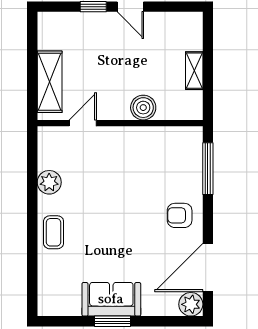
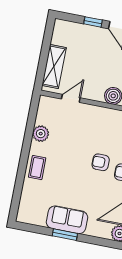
armchair: (144, 207) -> (101, 162), added

